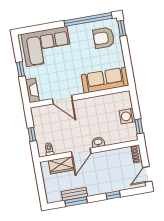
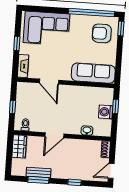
window: (139, 126) -> (116, 106), moved
washbasin: (98, 142) -> (87, 131), moved
wardrobe: (61, 165) -> (19, 146), moved, turned -90

